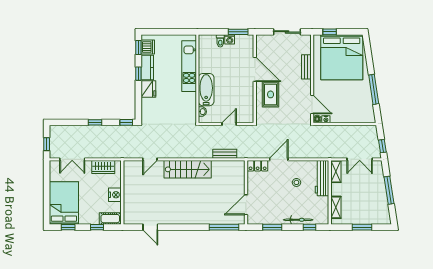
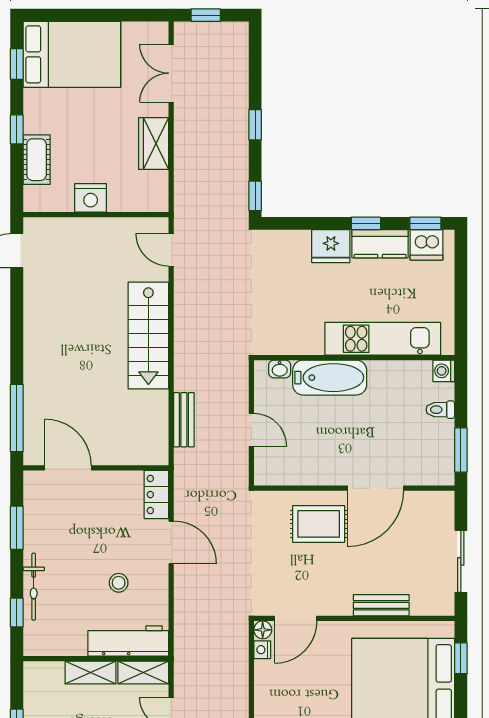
washing machine: (230, 39) -> (444, 371), moved
wall: (122, 192) -> (96, 215), moved
nightstand: (115, 195) -> (91, 198), moved
shelving: (336, 207) -> (91, 673), moved

